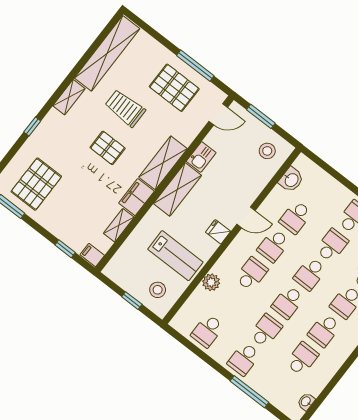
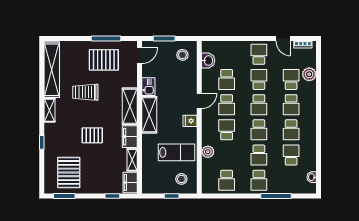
pallet: (108, 148) -> (92, 135), moved
filing cabinet: (92, 255) -> (130, 183), width x2.00
school desk: (266, 331) -> (259, 155), turned 180

